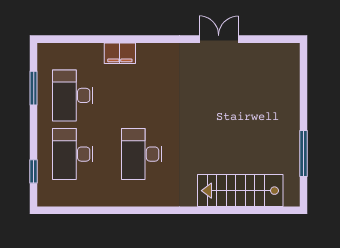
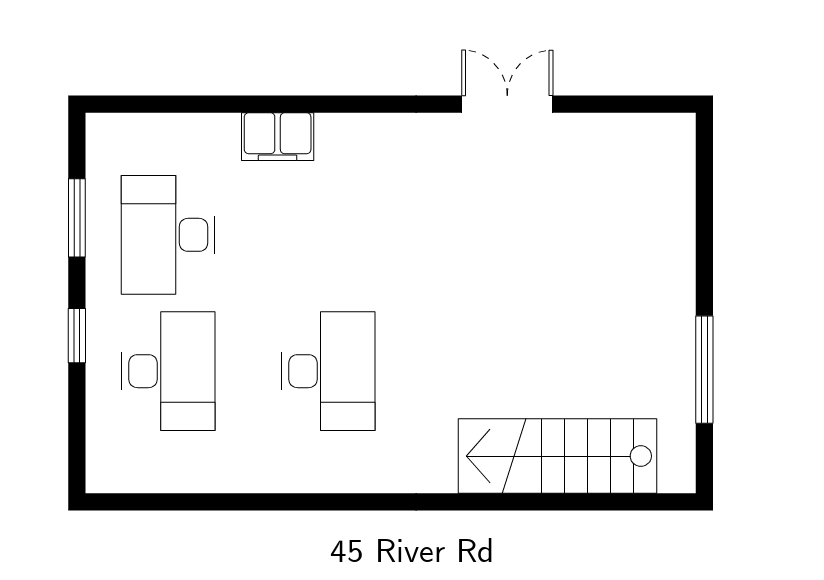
desk: (73, 154) -> (168, 371), turned 180
desk: (142, 154) -> (328, 371), turned 180
window: (34, 171) -> (77, 336), moved

